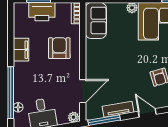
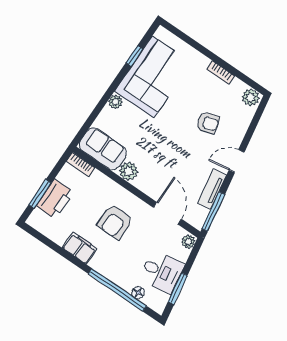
plant: (93, 47) -> (129, 171), added
armchair: (59, 48) -> (115, 222), moved, turned -90

